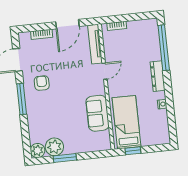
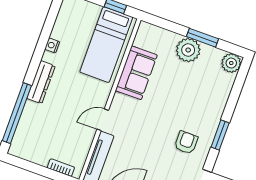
armchair: (42, 83) -> (186, 143), turned 180
window: (22, 99) -> (220, 135), width x0.69
plant: (54, 147) -> (188, 50), moved

